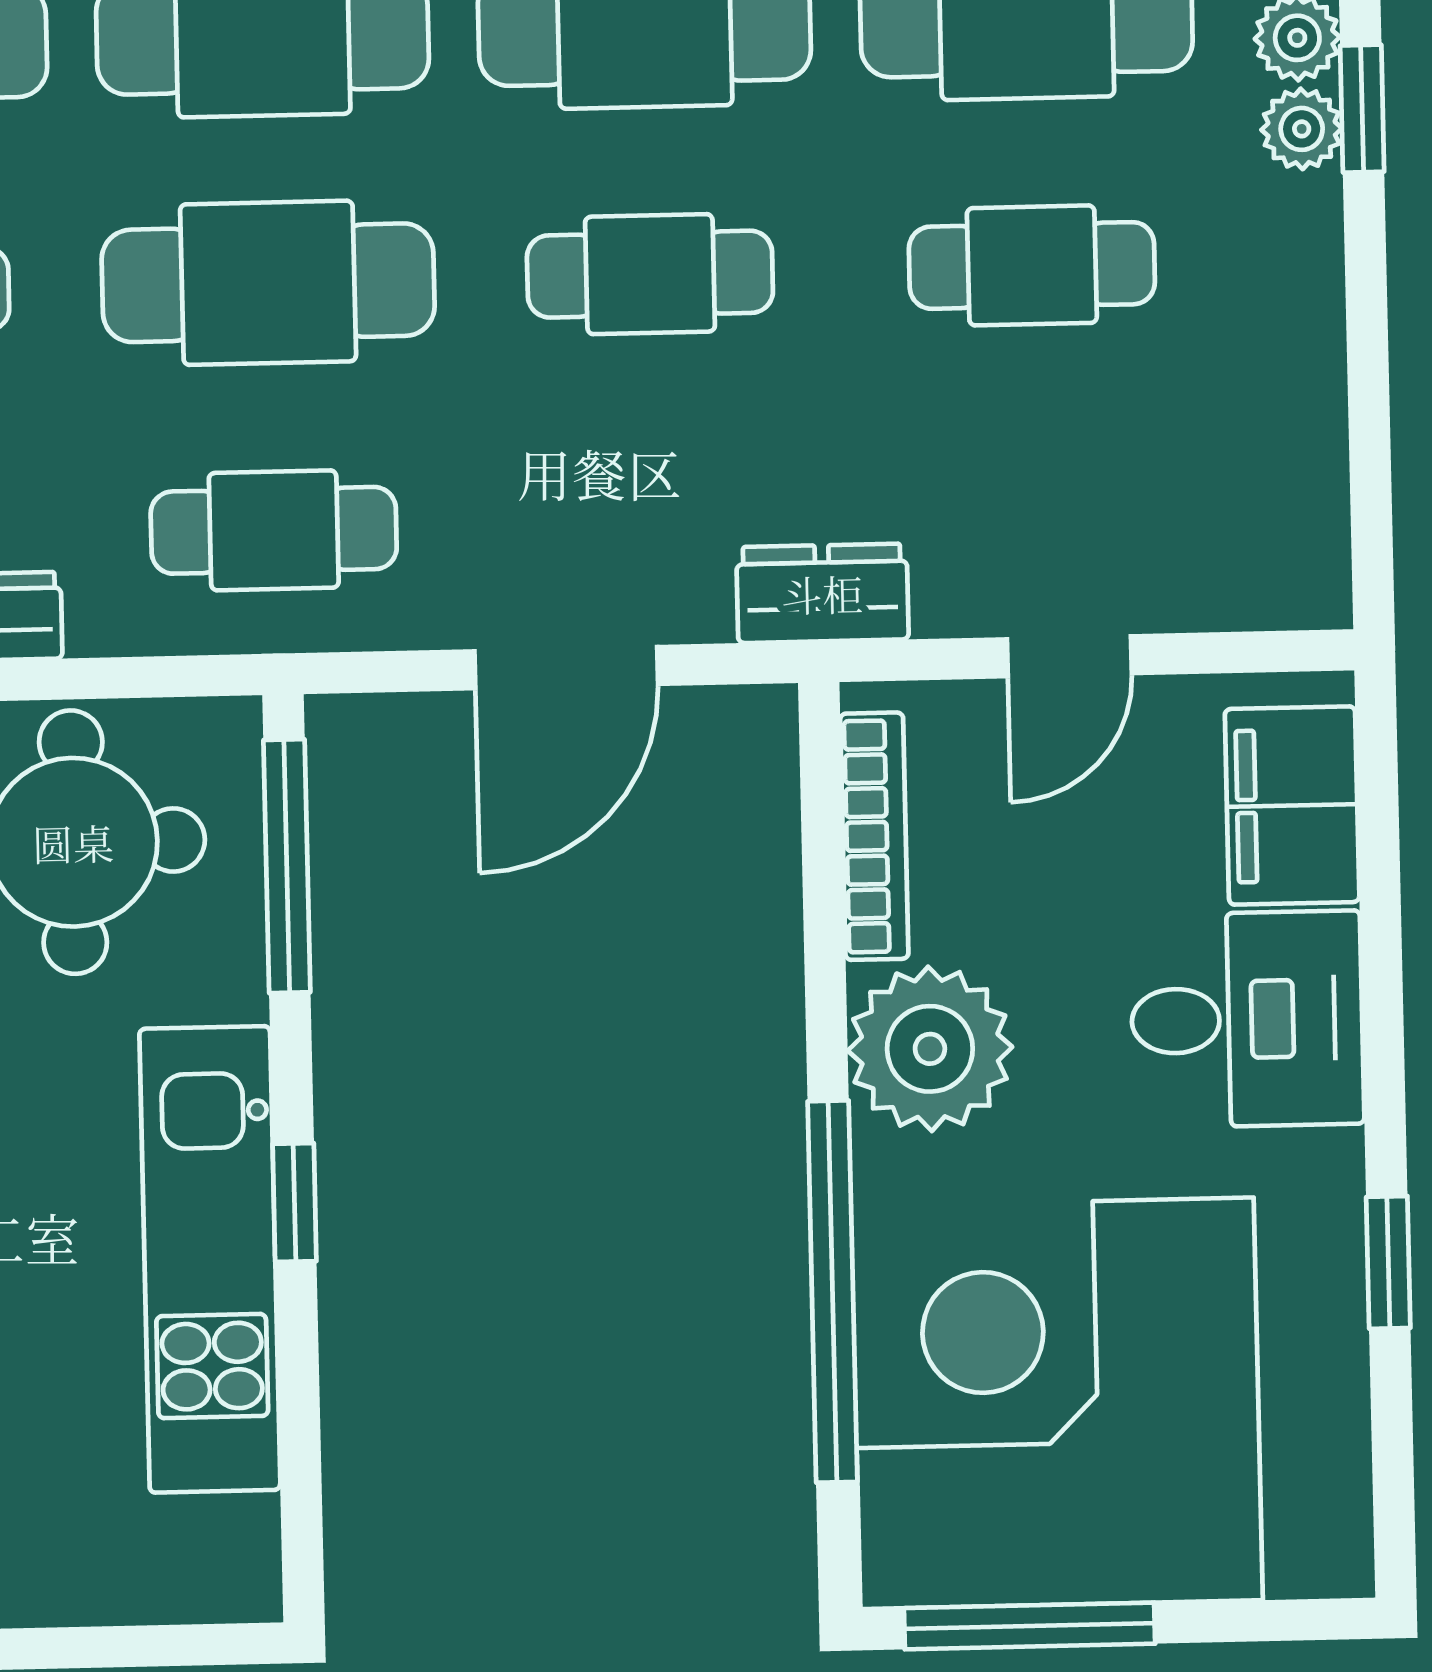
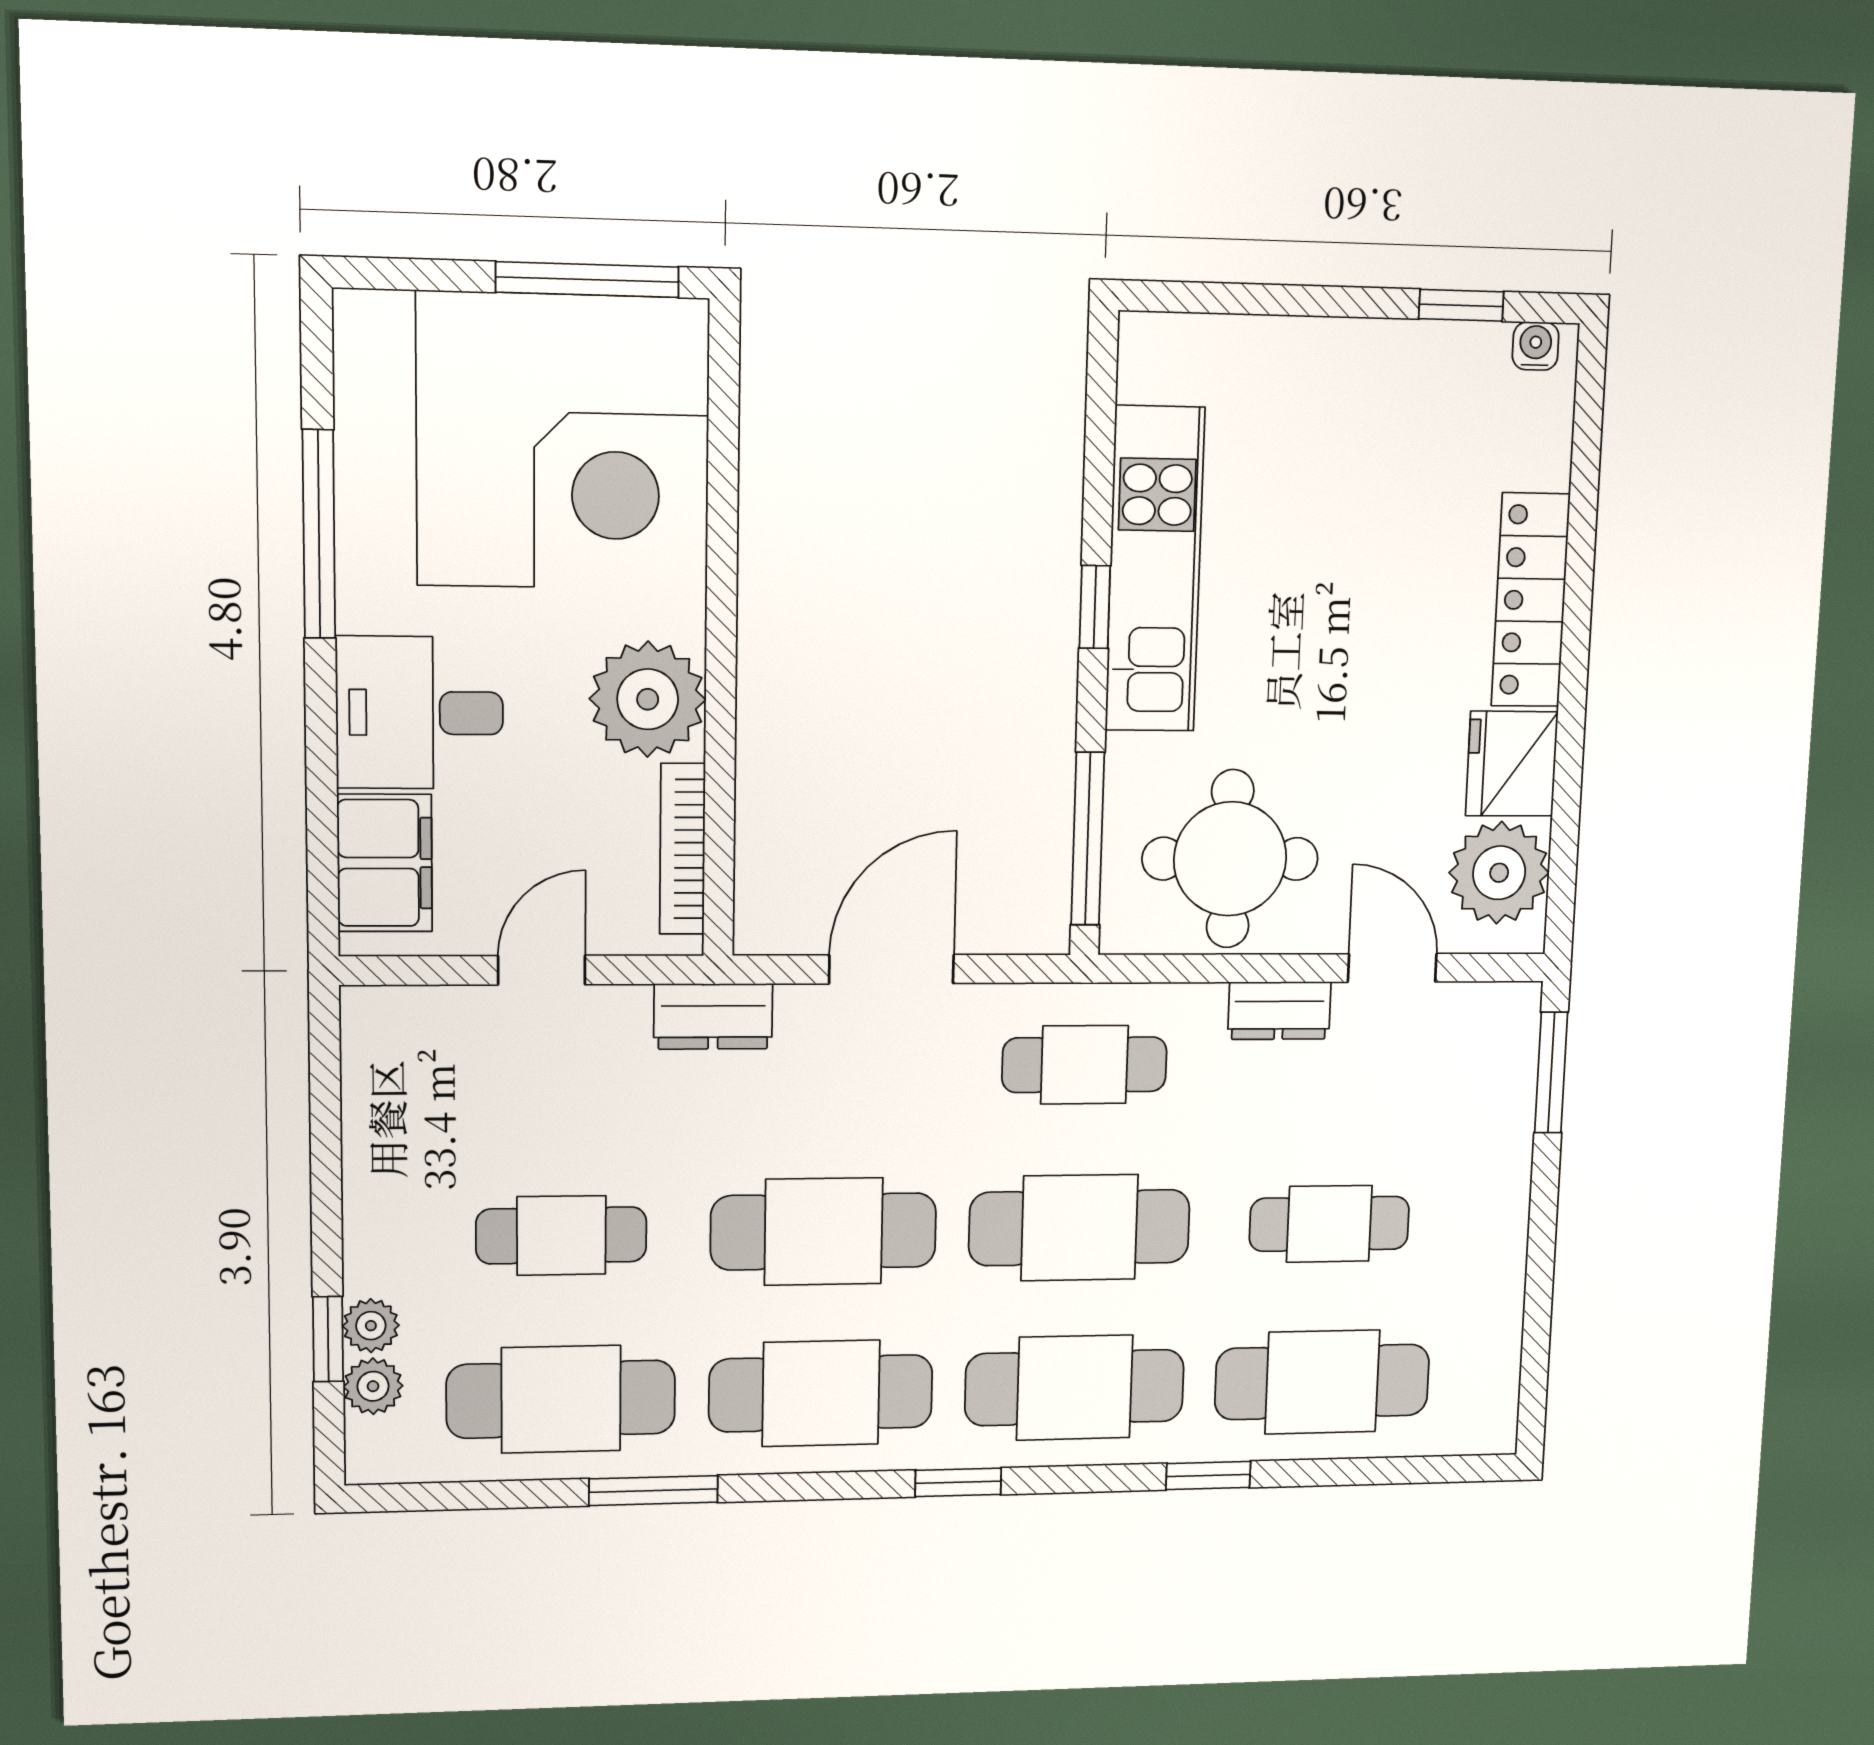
cafe table: (650, 274) -> (824, 1231), width x1.37, depth x1.35
window: (1388, 1262) -> (319, 534), width x2.17
window: (832, 1292) -> (722, 529), removed

